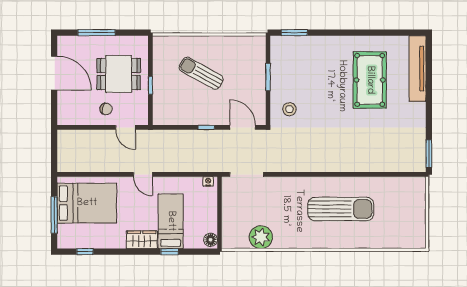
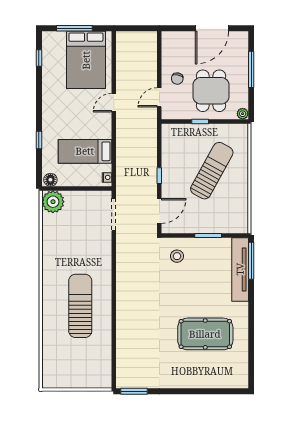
window: (294, 33) -> (251, 261), width x1.44
plant: (142, 41) -> (243, 114), added
tv unit: (418, 69) -> (240, 269), moved, turned -90
sun lounger: (201, 73) -> (212, 171), width x1.36, depth x1.34
door: (143, 174) -> (114, 103), moved
sun lounger: (341, 209) -> (80, 306), turned 180
bed: (171, 221) -> (85, 151), moved, turned 180
plant: (261, 237) -> (53, 202), moved
wardrobe: (142, 240) -> (50, 113), removed

